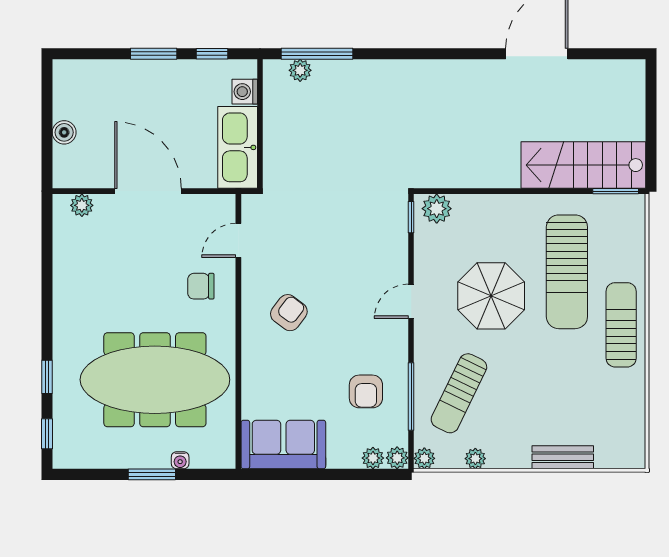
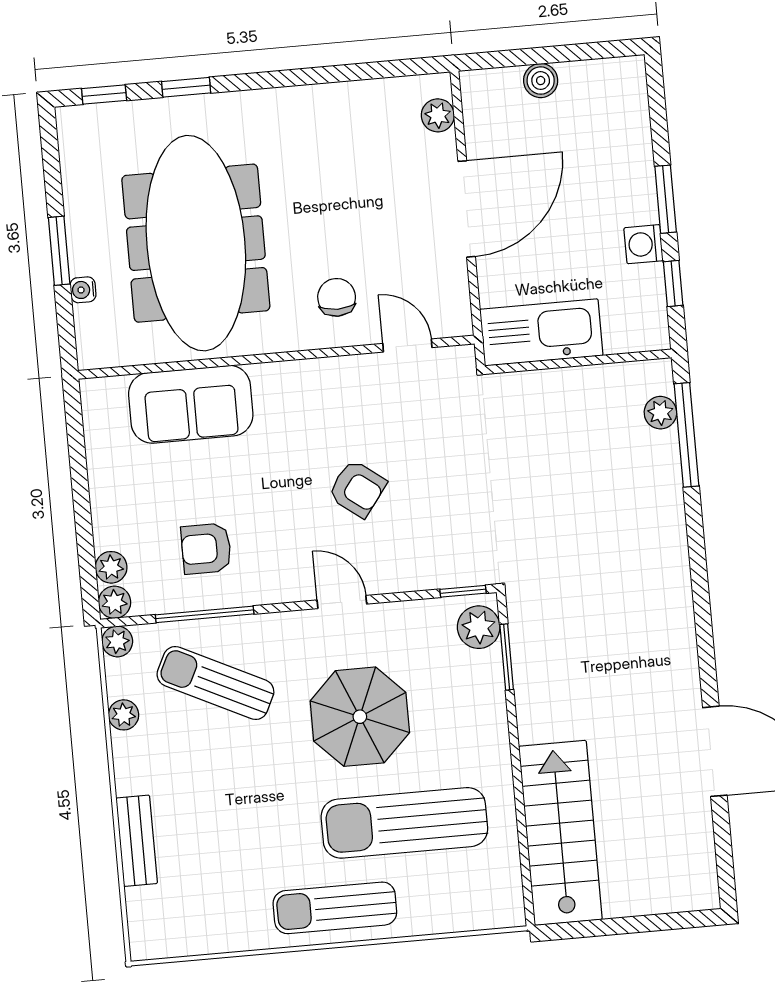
washing machine: (245, 92) -> (644, 244), moved, turned -90
window: (616, 191) -> (507, 657), moved
armchair: (289, 313) -> (357, 489), moved
sun lounger: (621, 325) -> (335, 908), turned 180
sofa: (283, 445) -> (191, 404), moved, turned 90

